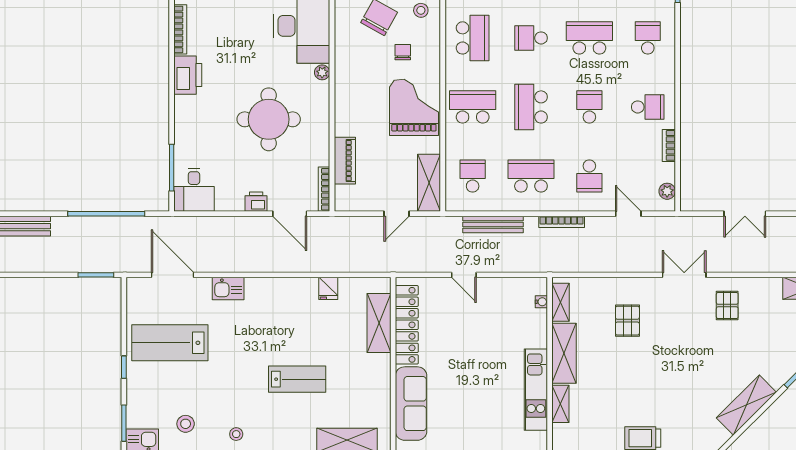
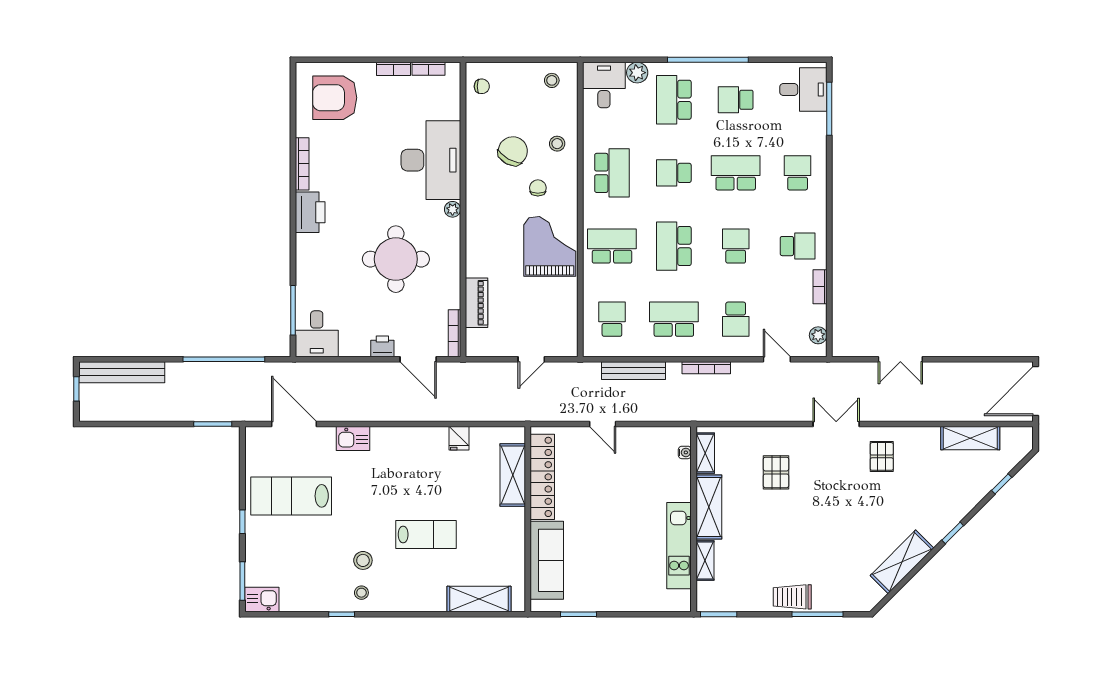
shelving: (429, 183) -> (566, 326), removed
stool: (186, 424) -> (363, 560), moved

